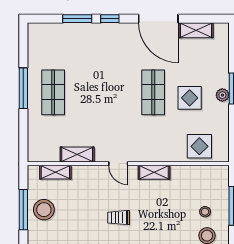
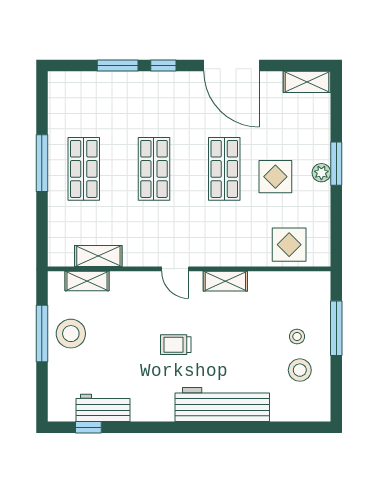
shelving: (196, 30) -> (307, 82), moved
shop shelf: (103, 92) -> (154, 169), added
shelving: (77, 154) -> (98, 256), moved

